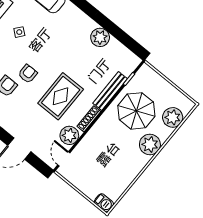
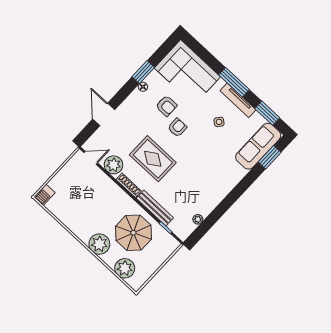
plant: (100, 37) -> (198, 219), moved, width x0.53, depth x0.53
armchair: (28, 74) -> (177, 128), turned -90

